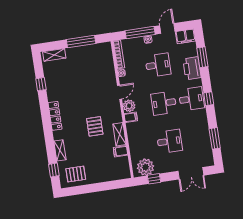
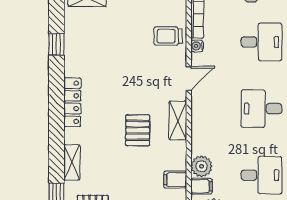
trolley: (104, 70) -> (168, 36), added
plant: (129, 106) -> (202, 166), moved
filing cabinet: (131, 117) -> (202, 186), moved
shelving: (119, 134) -> (178, 120), moved

